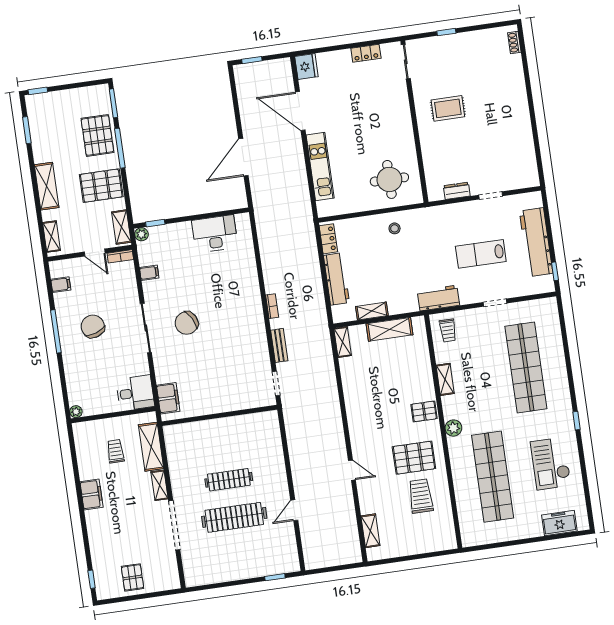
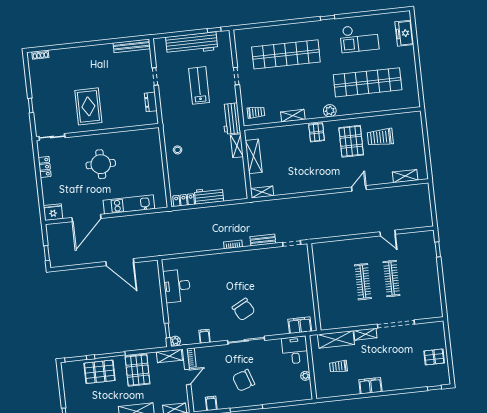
rug: (448, 108) -> (88, 106), width x1.36, depth x1.43
bench: (530, 163) -> (132, 46), added
round table: (389, 179) -> (101, 164), moved
lab bench: (481, 254) -> (199, 85), turned 180
workbench: (336, 279) -> (209, 196), width x0.73
shelving: (372, 311) -> (237, 146), moved
plant: (76, 412) -> (305, 376), moved
clothes rail: (234, 517) -> (391, 279), width x0.73, depth x0.76

